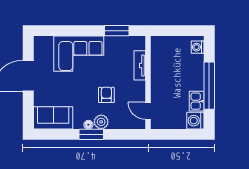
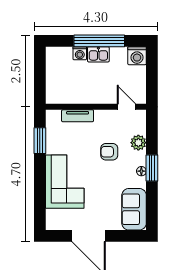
washing machine: (198, 47) -> (80, 53), moved
kitchen sink: (197, 101) -> (98, 54), moved
door: (148, 111) -> (126, 107), swing flipped
plant: (101, 122) -> (138, 143), moved

